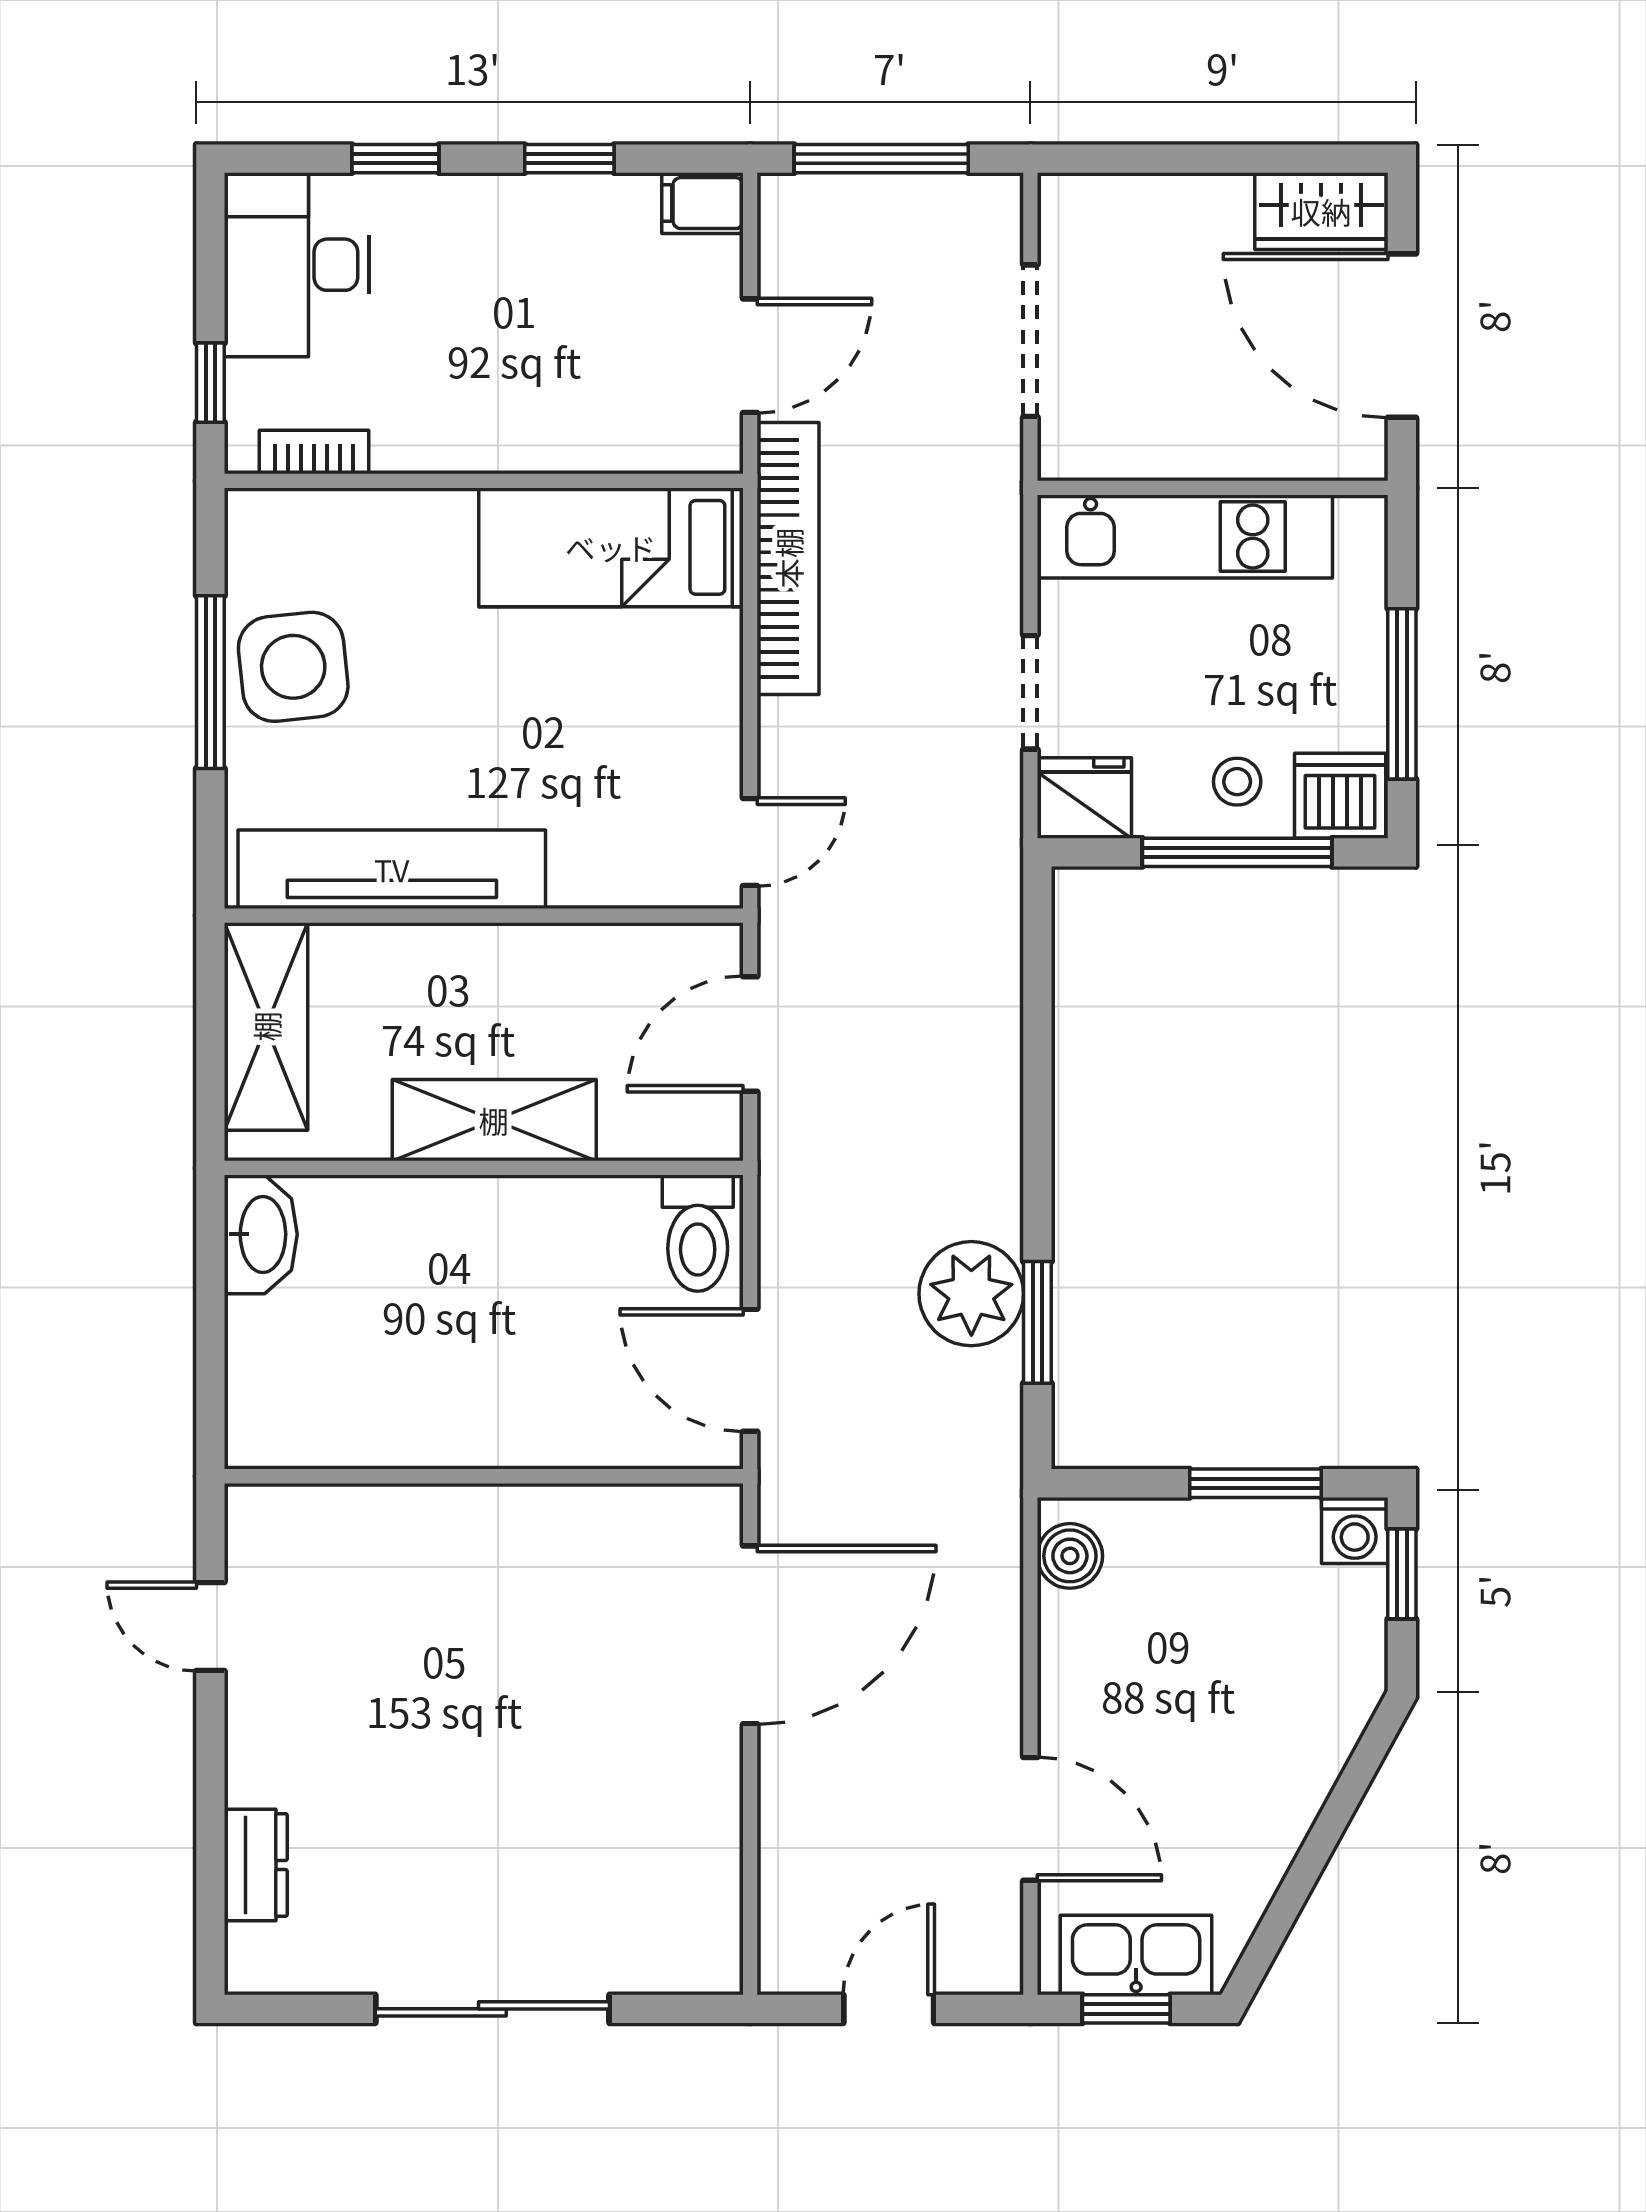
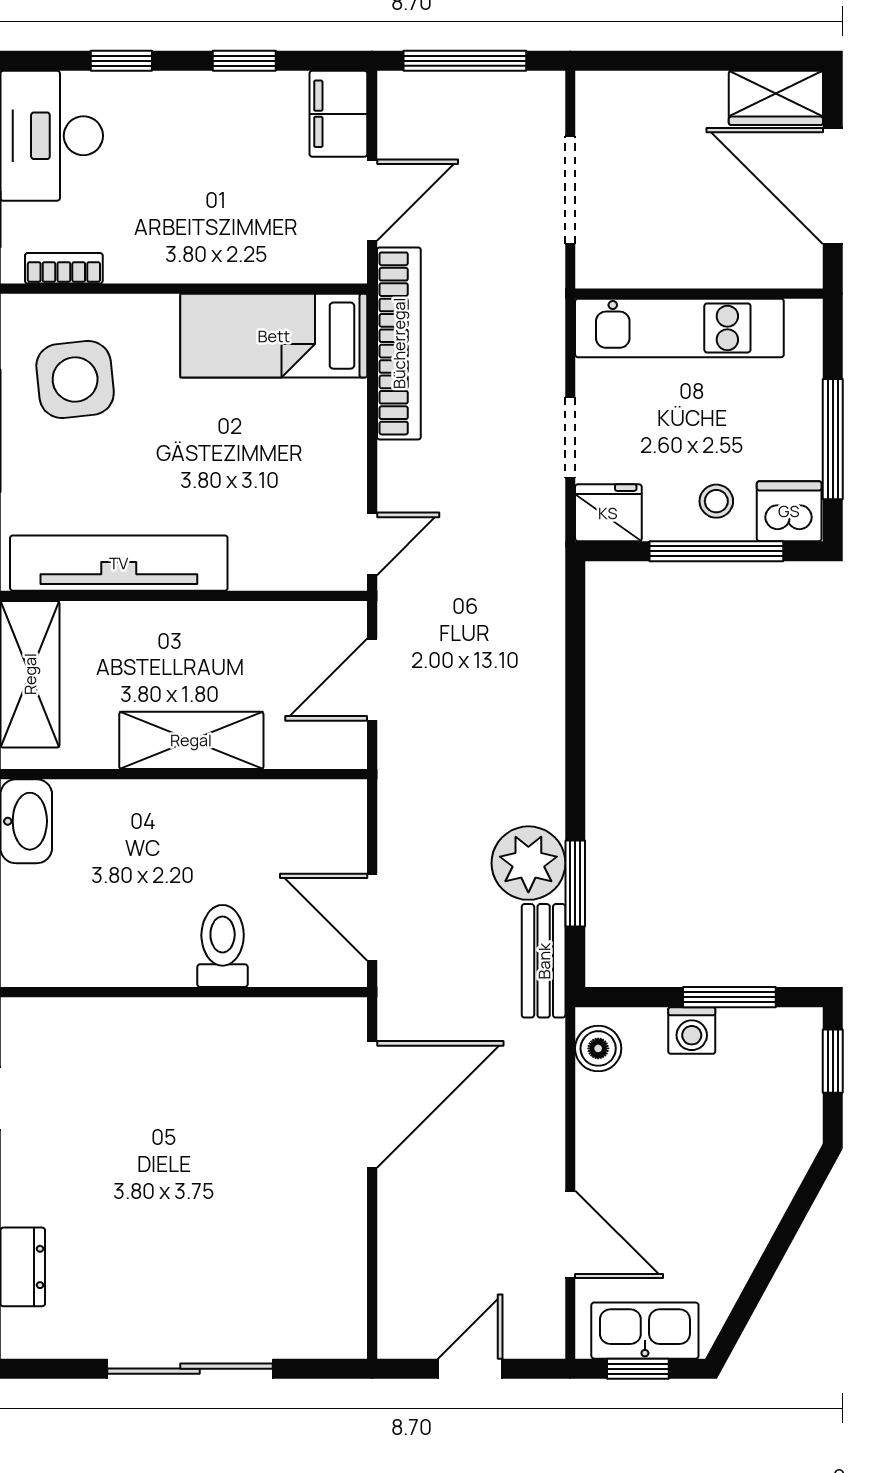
filing cabinet: (702, 203) -> (338, 114), width x2.00
side table: (293, 667) -> (75, 379), moved
toilet: (698, 1233) -> (223, 946), moved, turned 180
bench: (993, 1432) -> (544, 961), added
washing machine: (1355, 1530) -> (692, 1030), moved

